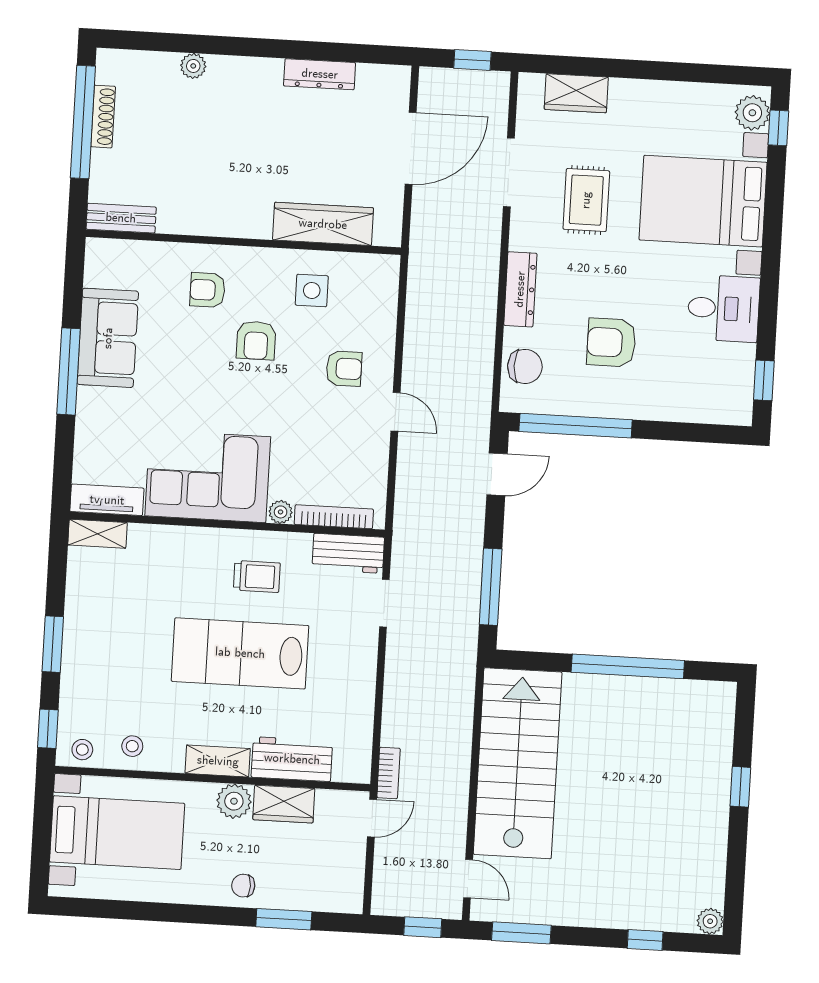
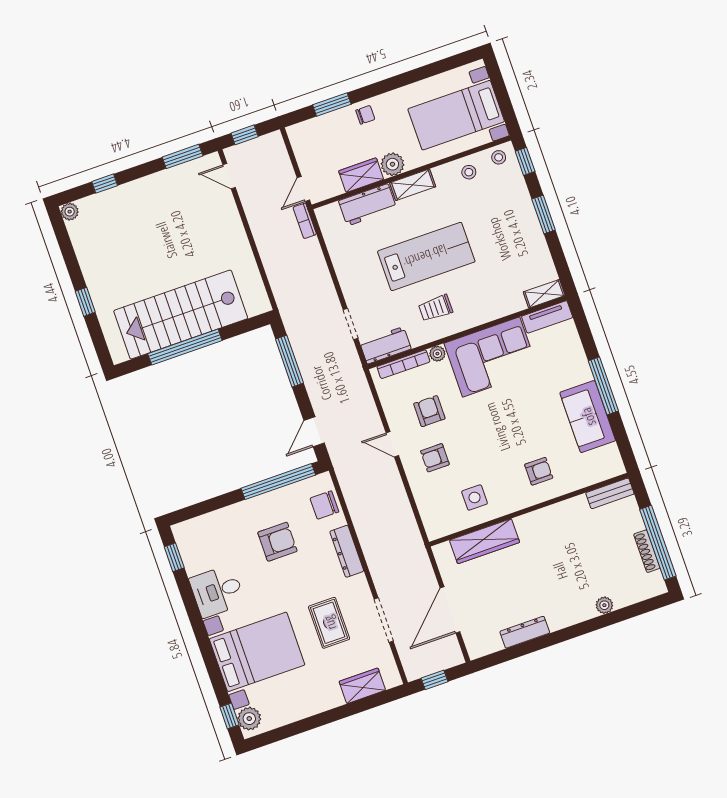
armchair: (256, 340) -> (429, 411), moved
stairs: (518, 763) -> (181, 315), moved, turned 90

